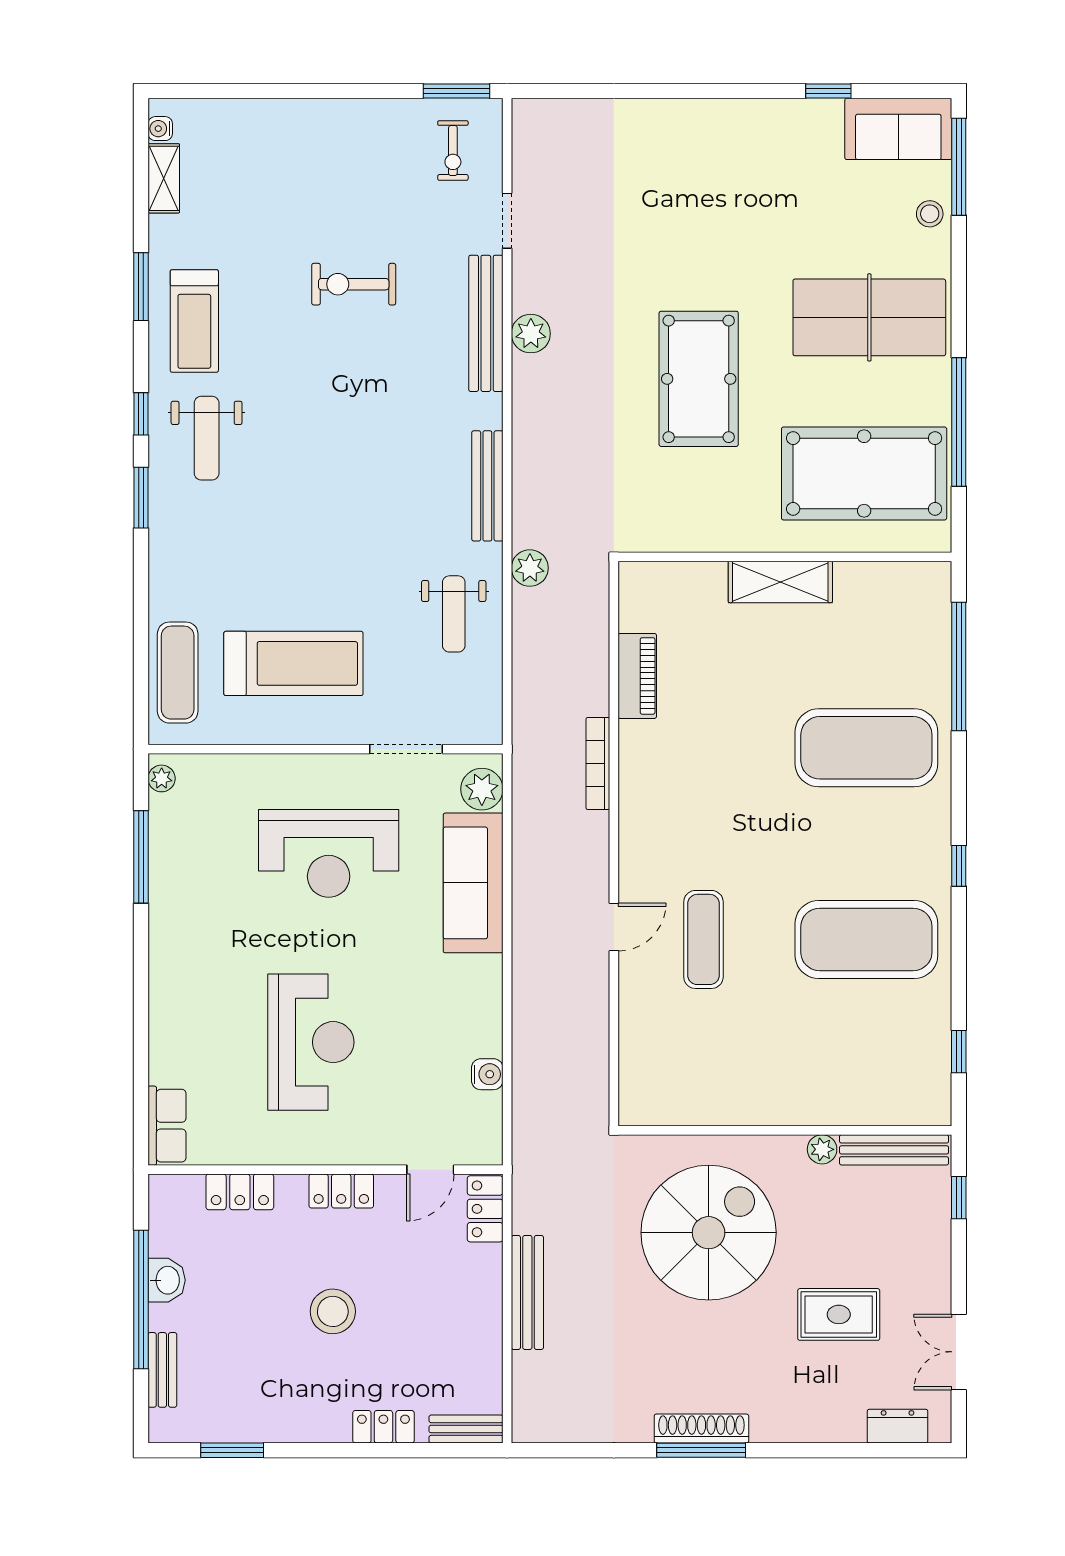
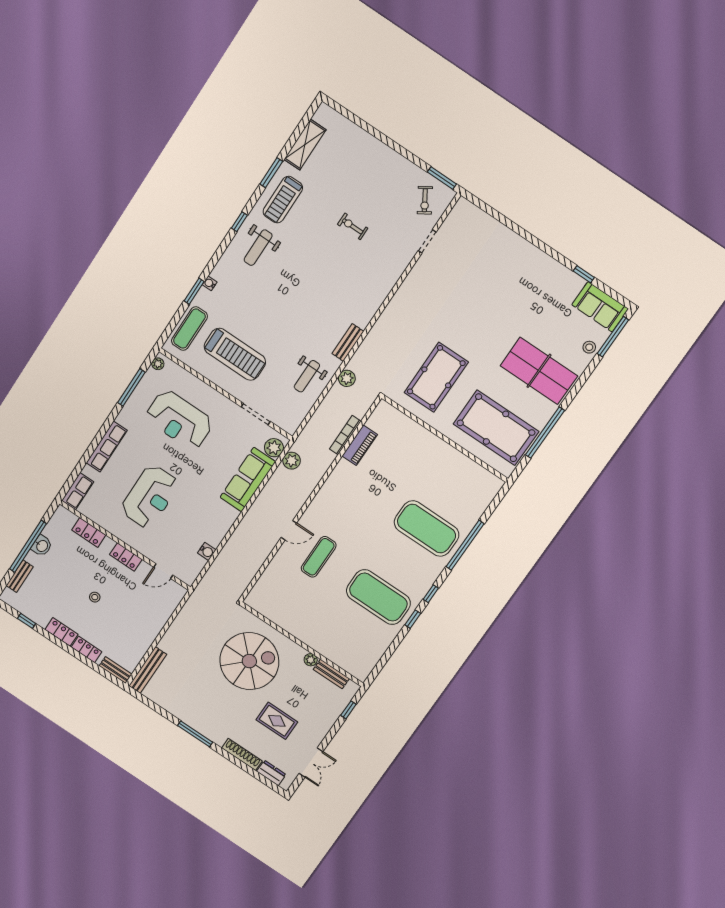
water cooler: (160, 129) -> (210, 283), moved
exercise bike: (453, 151) -> (425, 200), turned -32
shelving: (164, 178) -> (305, 145), width x1.50, depth x1.33
exercise bike: (354, 284) -> (353, 226), width x0.73, depth x0.72
bench: (486, 323) -> (393, 275), removed
plant: (531, 334) -> (292, 461), moved
pool table: (699, 379) -> (436, 377), moved
bench: (487, 486) -> (348, 343), width x0.73
window: (141, 498) -> (194, 291), moved
shelving: (780, 582) -> (437, 447), removed
window: (959, 666) -> (465, 545), moved
bookcase: (598, 763) -> (345, 435), moved
reception desk: (329, 853) -> (179, 420), moved
row of seats: (167, 1002) -> (107, 447), added
window: (959, 1052) -> (413, 619), moved
bench: (894, 1150) -> (331, 674), width x0.73
locker: (485, 1209) -> (61, 632), moved, turned 90
bench: (527, 1292) -> (148, 670), moved
stool: (333, 1311) -> (95, 597), width x0.53, depth x0.53
double door: (959, 1352) -> (311, 763), swing flipped
shoe rack: (701, 1429) -> (242, 754), moved
window: (232, 1450) -> (27, 621), width x0.67

